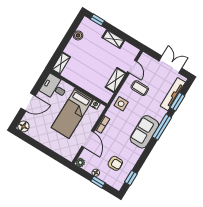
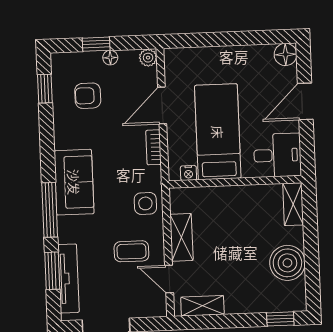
boiler: (78, 35) -> (287, 263), width x1.86, depth x1.86
shelving: (113, 39) -> (202, 306), moved
door: (88, 139) -> (162, 106), hinge flipped

